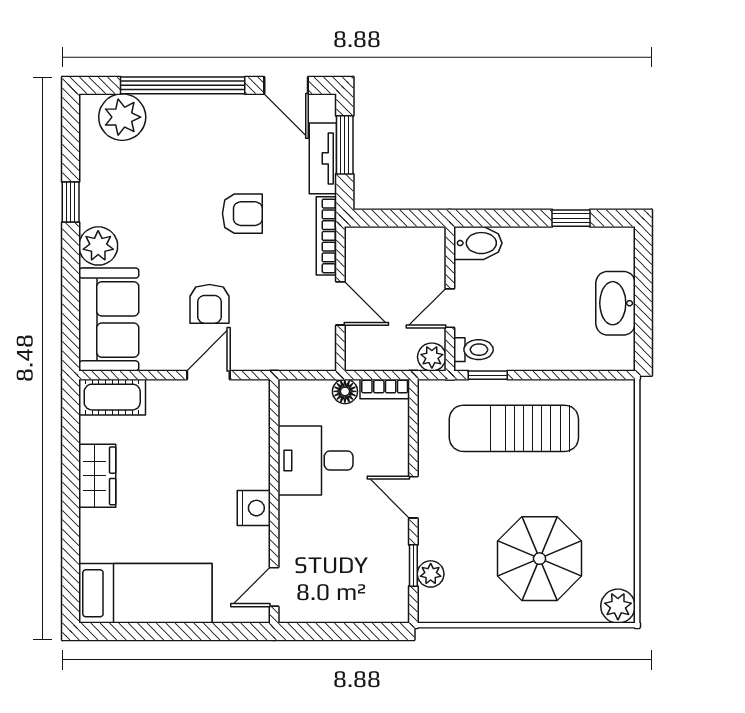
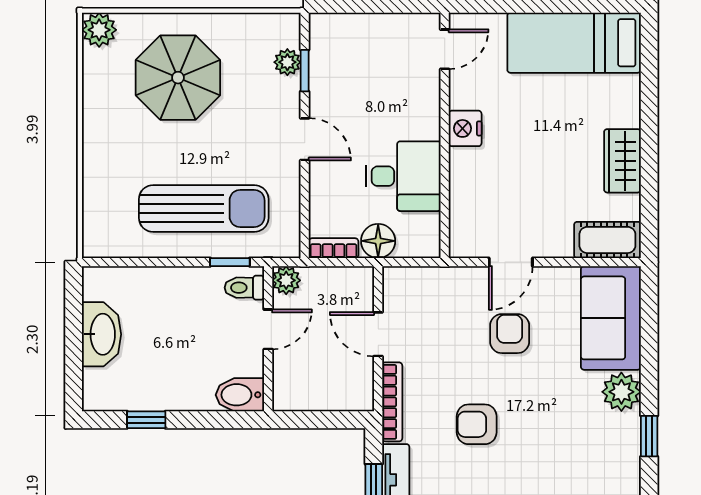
floor lamp: (345, 391) -> (378, 241), width x1.37, depth x1.37

